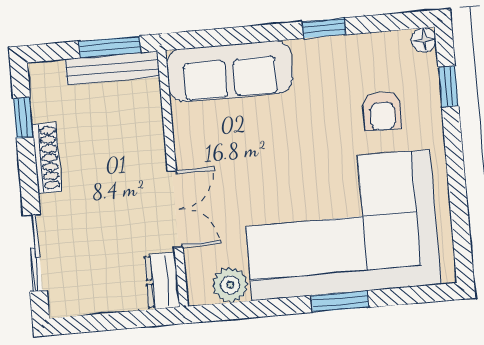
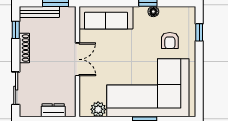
floor lamp: (424, 40) -> (153, 12), moved
bench: (112, 68) -> (39, 12), moved
double door: (175, 209) -> (77, 59), moved
dresser: (162, 281) -> (53, 110), moved, turned 90

